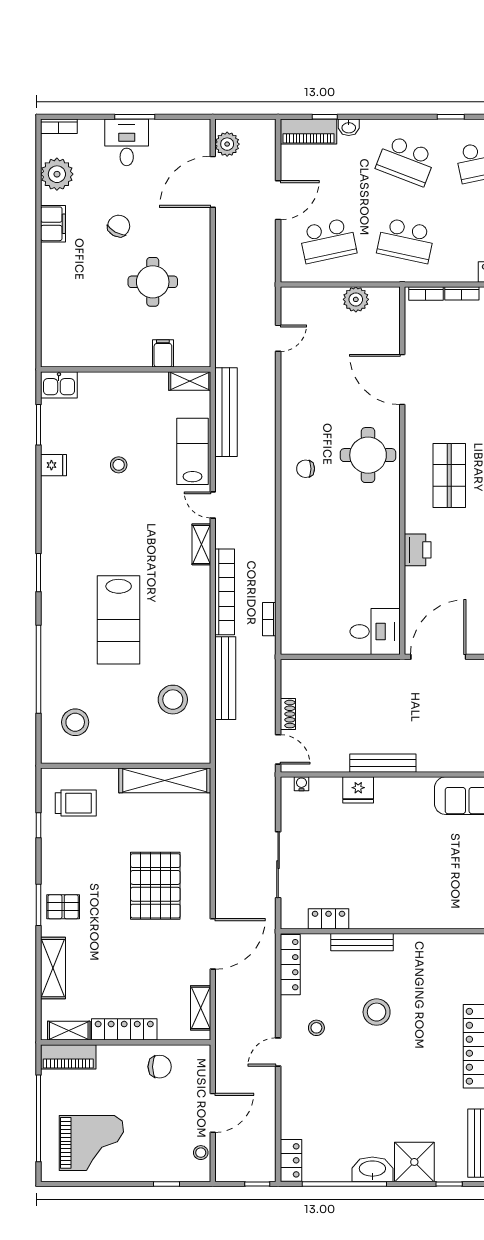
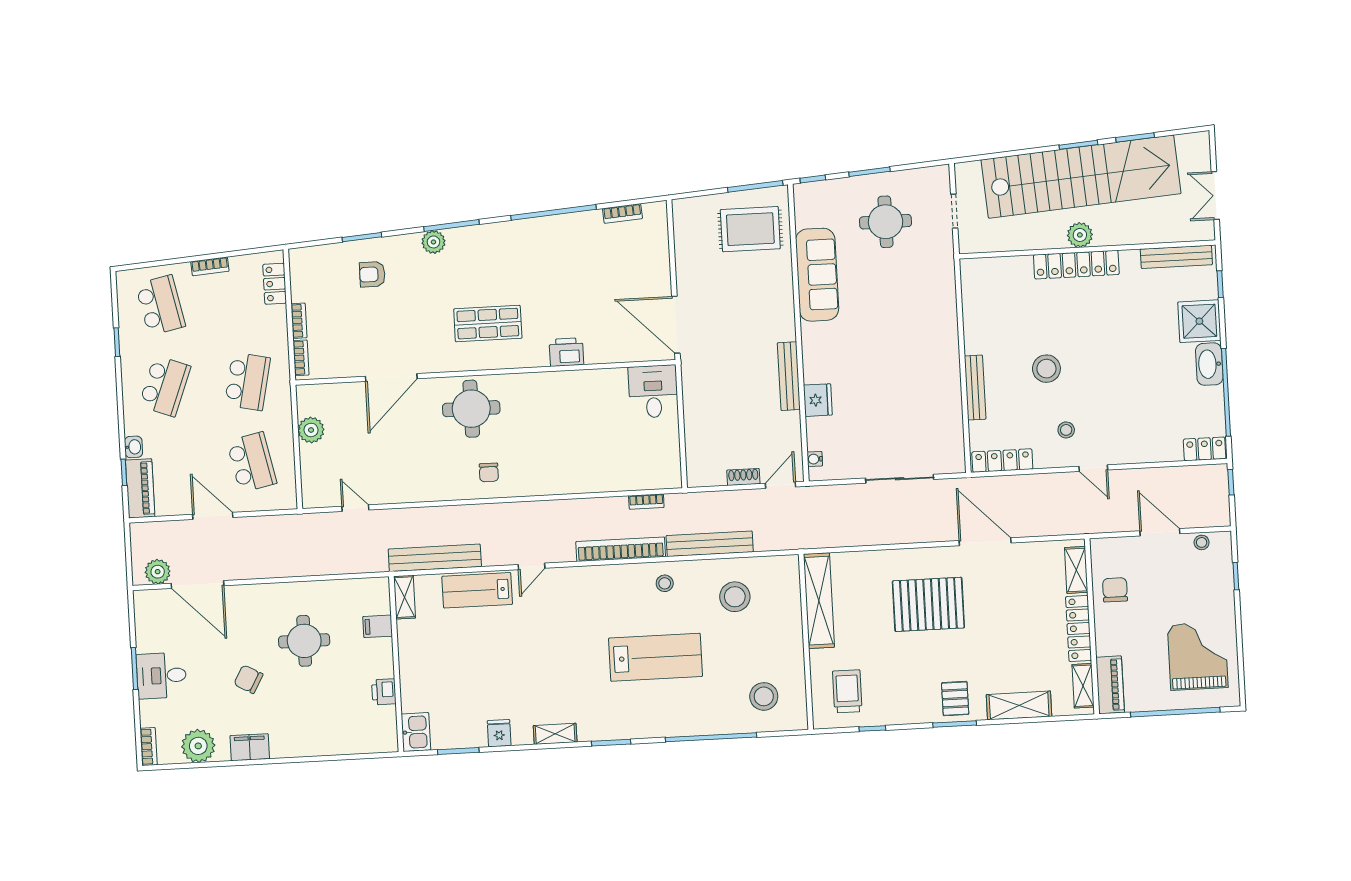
printer: (99, 356) -> (384, 692), added
stool: (119, 465) -> (665, 583), moved
shelving: (201, 544) -> (555, 734), moved
locker: (329, 919) -> (953, 423), removed
shelving: (201, 1008) -> (1076, 570), moved, turned 90

